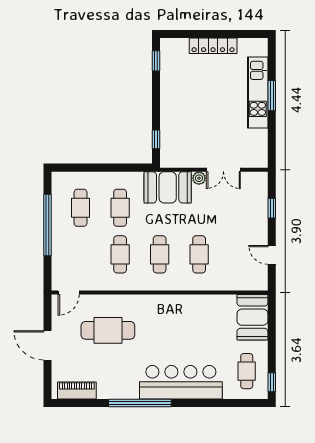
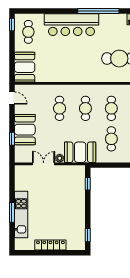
booth: (252, 222) -> (25, 130), added
door: (272, 255) -> (12, 98), moved

